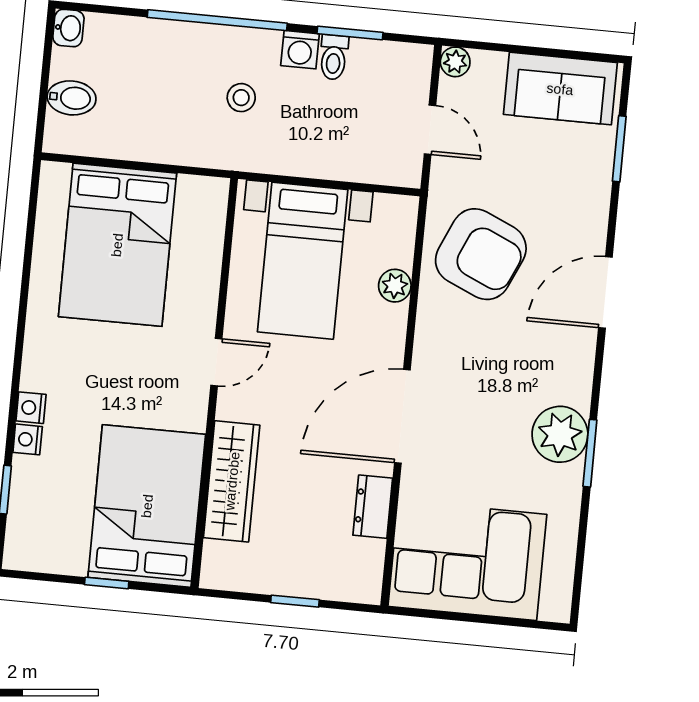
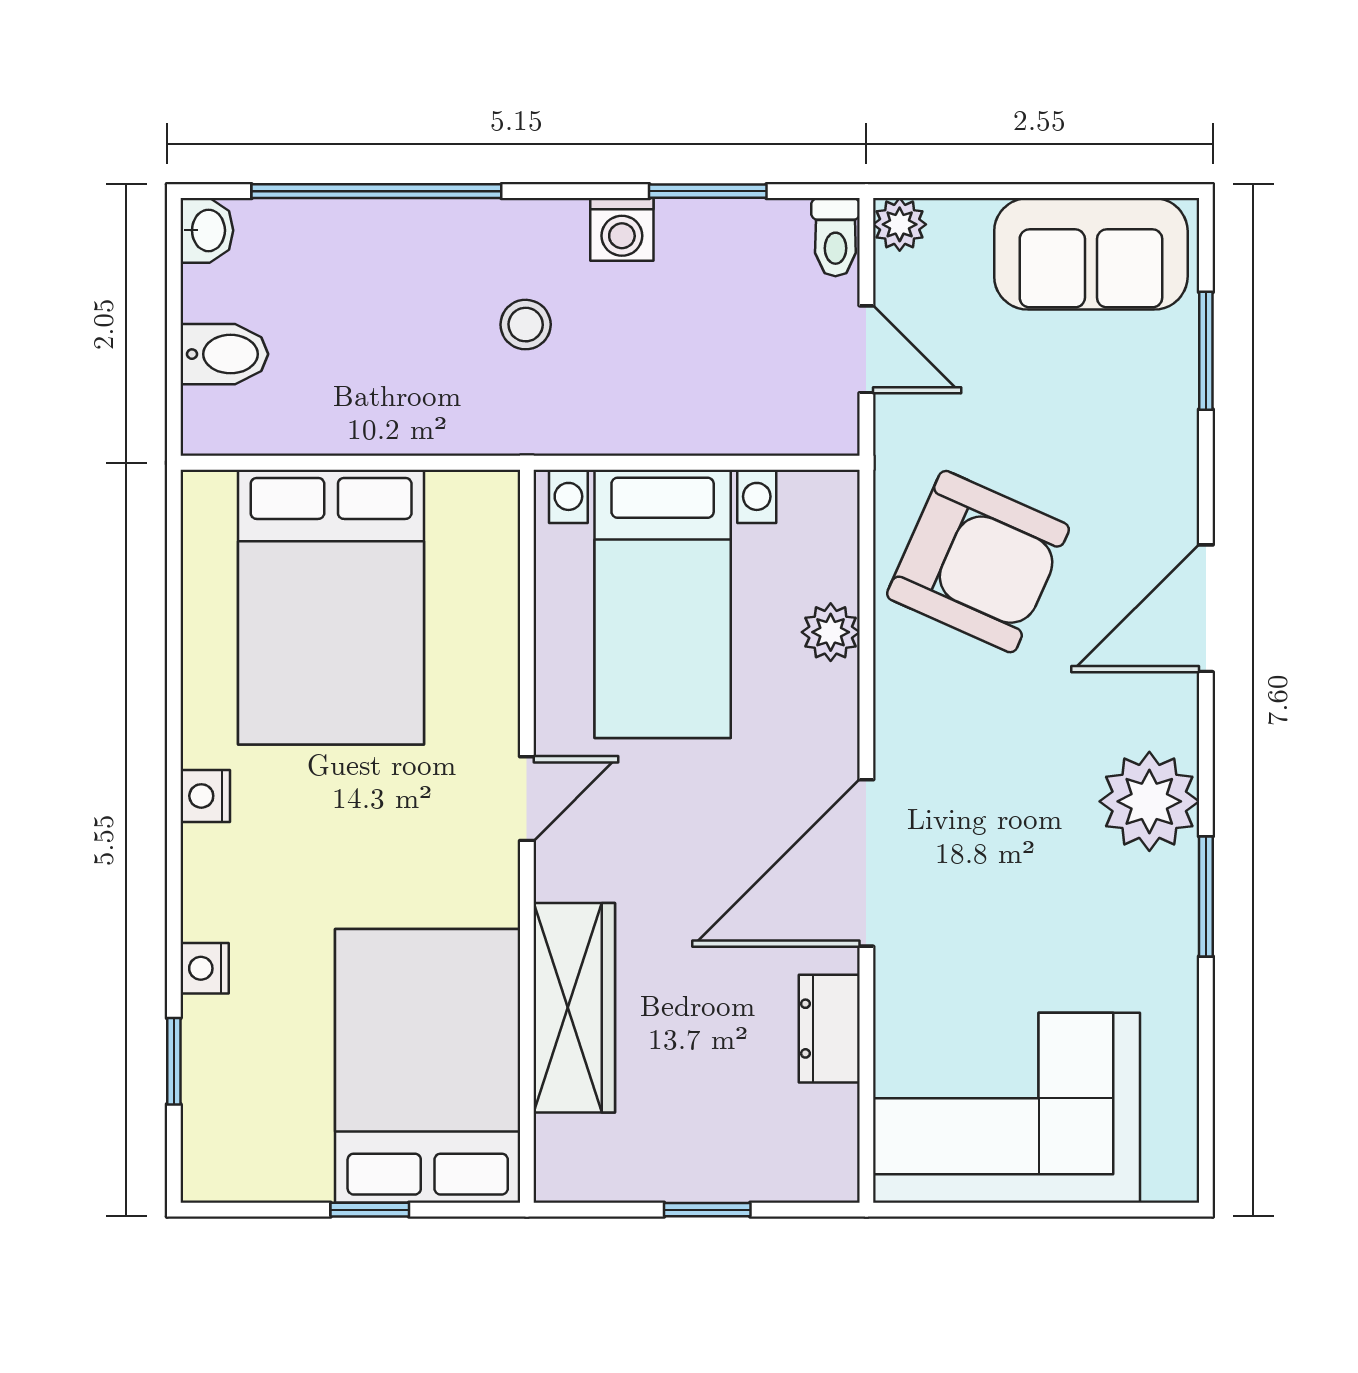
window: (217, 20) -> (376, 191), moved
toilet: (334, 57) -> (835, 237), moved
nightstand: (31, 408) -> (205, 796), moved
plant: (560, 434) -> (1149, 801), moved

